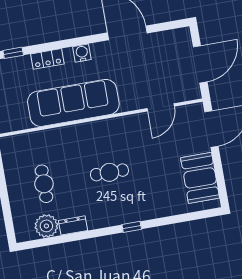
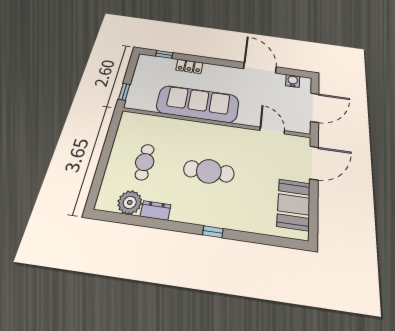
water cooler: (82, 53) -> (293, 81), moved
door: (161, 107) -> (272, 131), swing flipped
cafe table: (109, 172) -> (209, 171), width x1.37, depth x1.35

